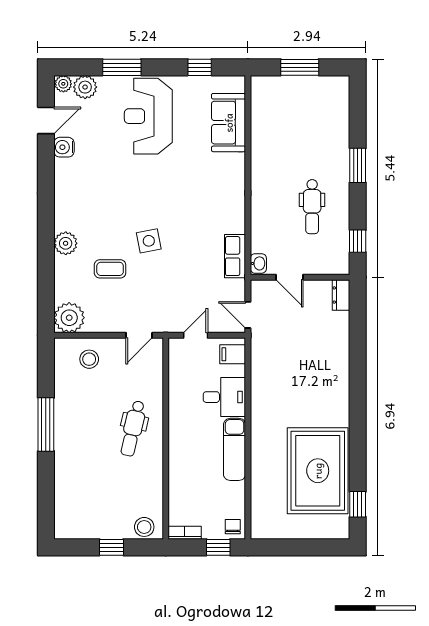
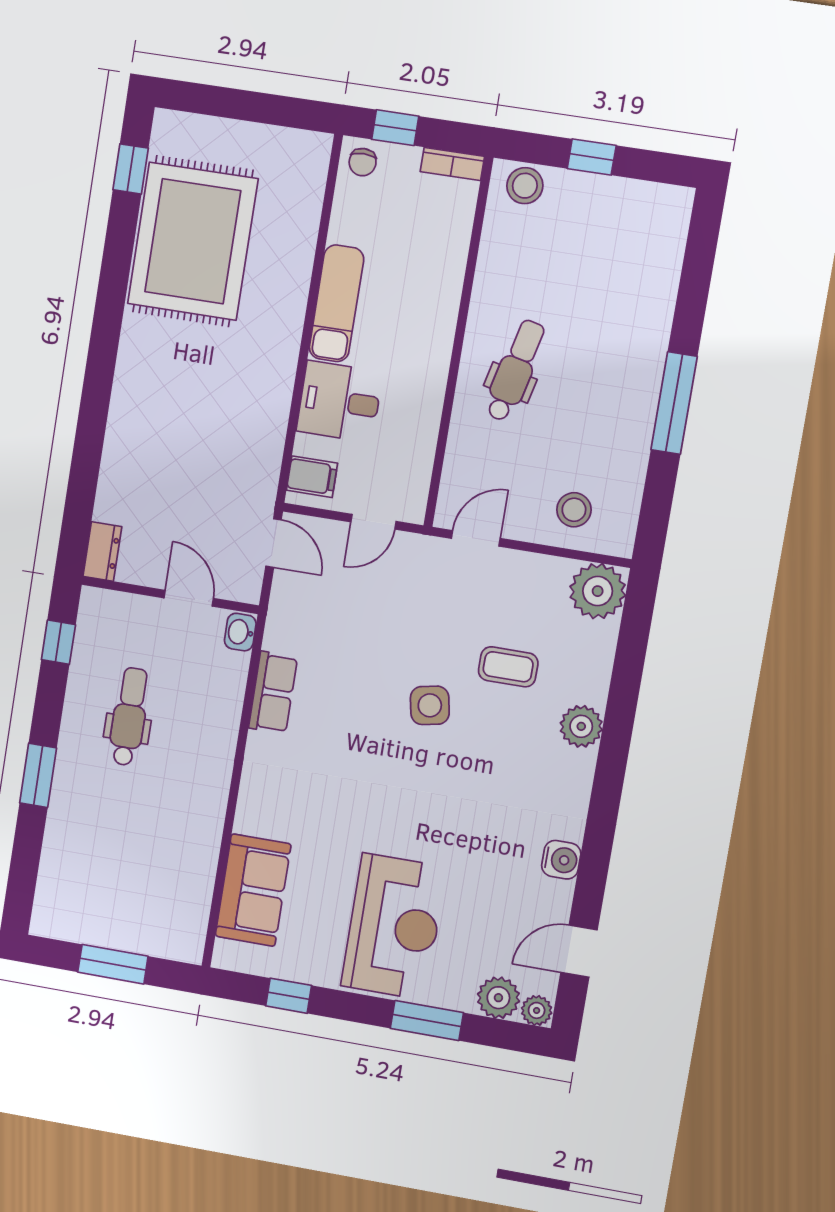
water cooler: (64, 147) -> (561, 860), moved
row of seats: (235, 256) -> (273, 692), moved

